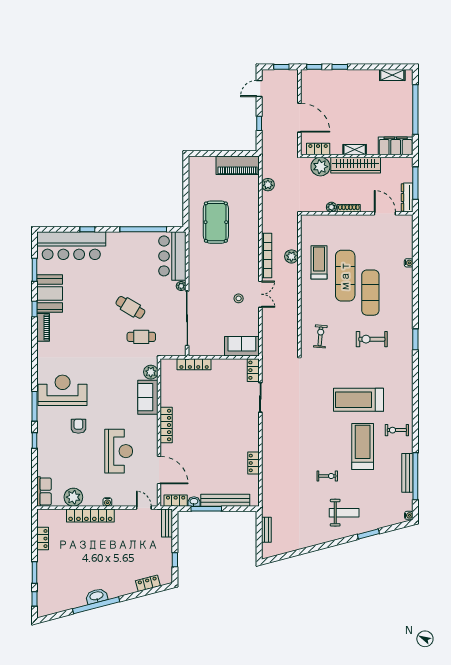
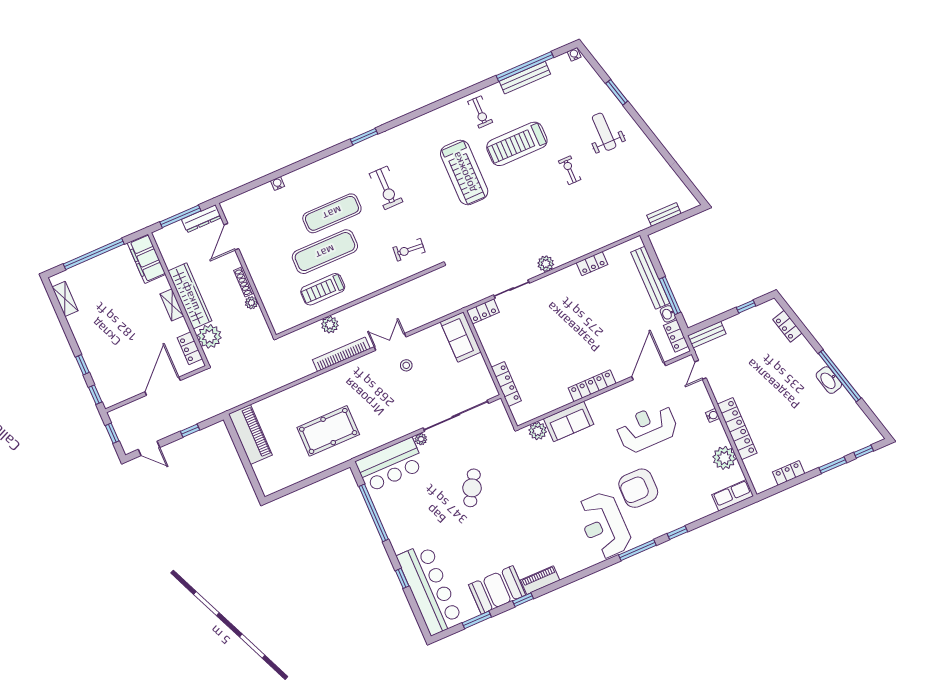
plant: (268, 185) -> (546, 264), moved
cafe table: (141, 337) -> (501, 460), removed
armchair: (78, 426) -> (638, 488), width x1.88, depth x1.88

